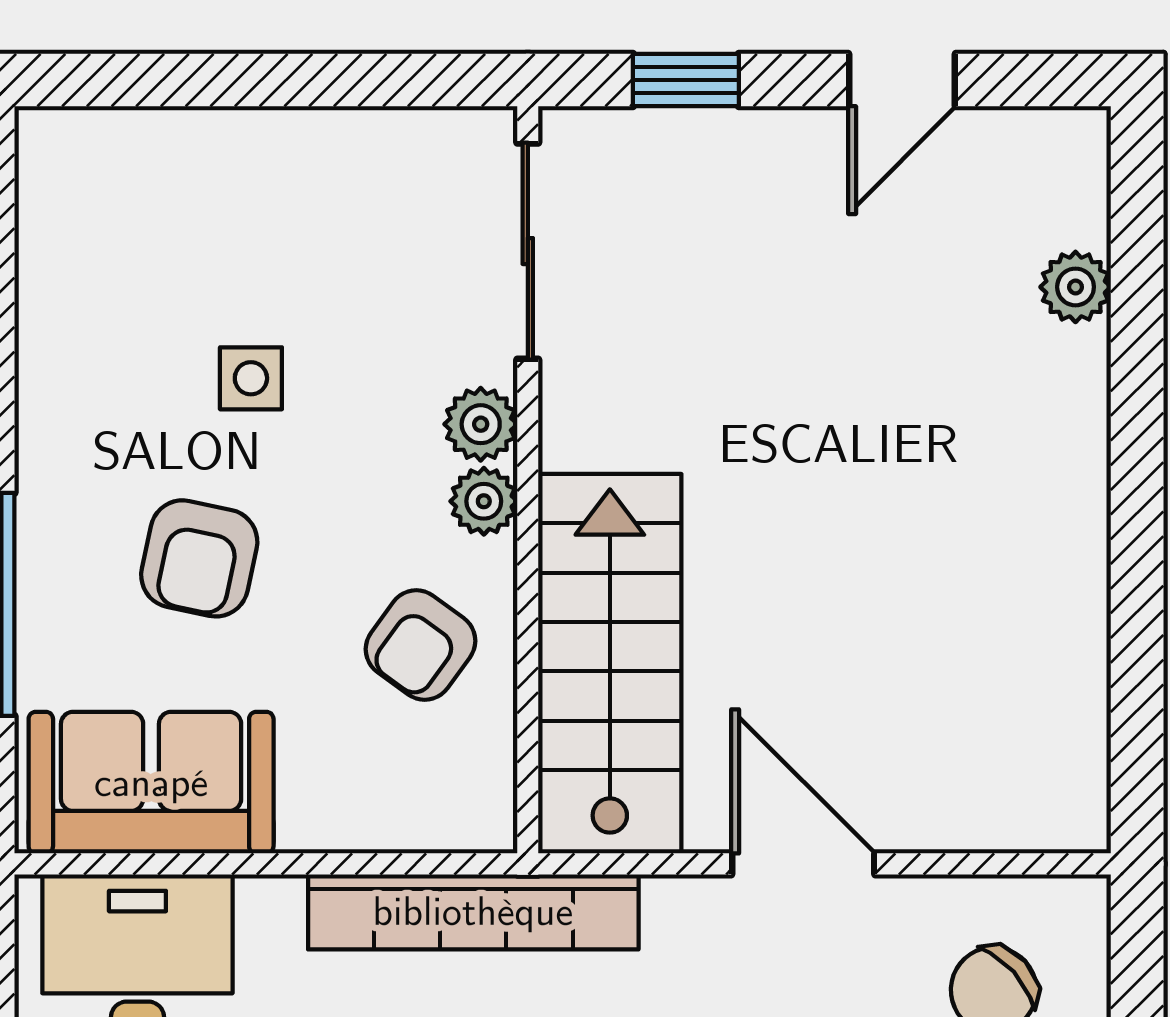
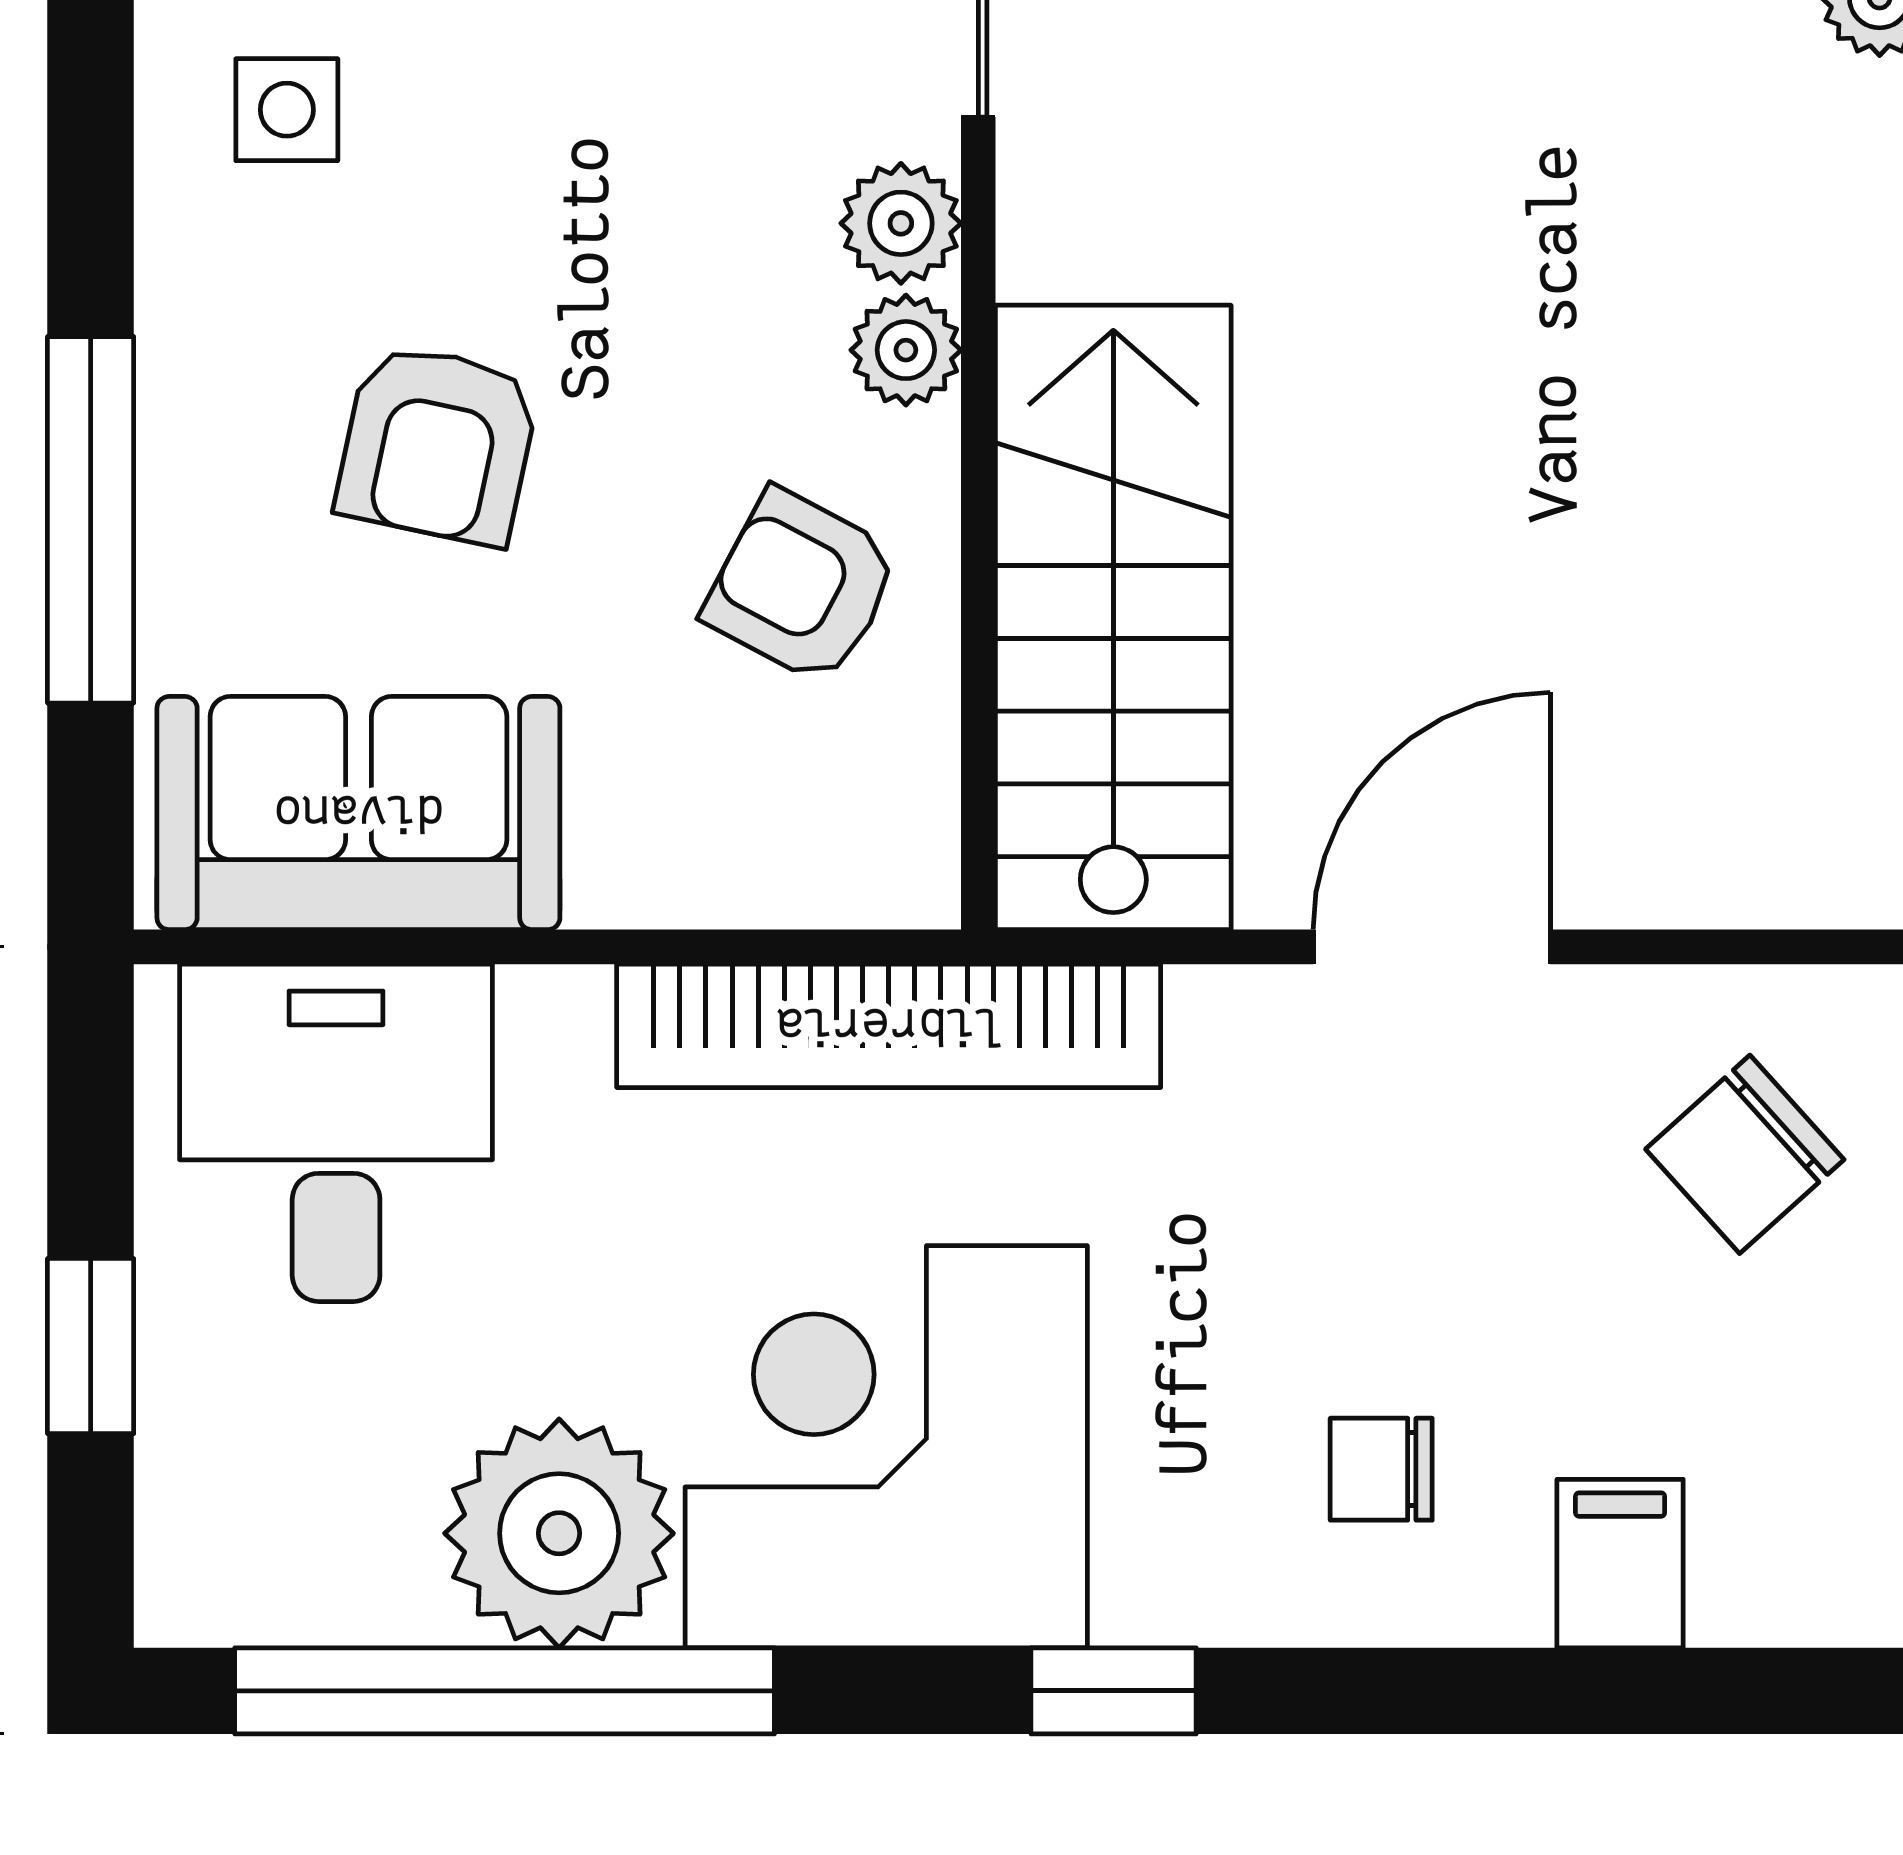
side table: (251, 378) -> (287, 110), moved
armchair: (420, 645) -> (802, 587), turned 82
door: (803, 864) -> (1432, 947), hinge flipped

